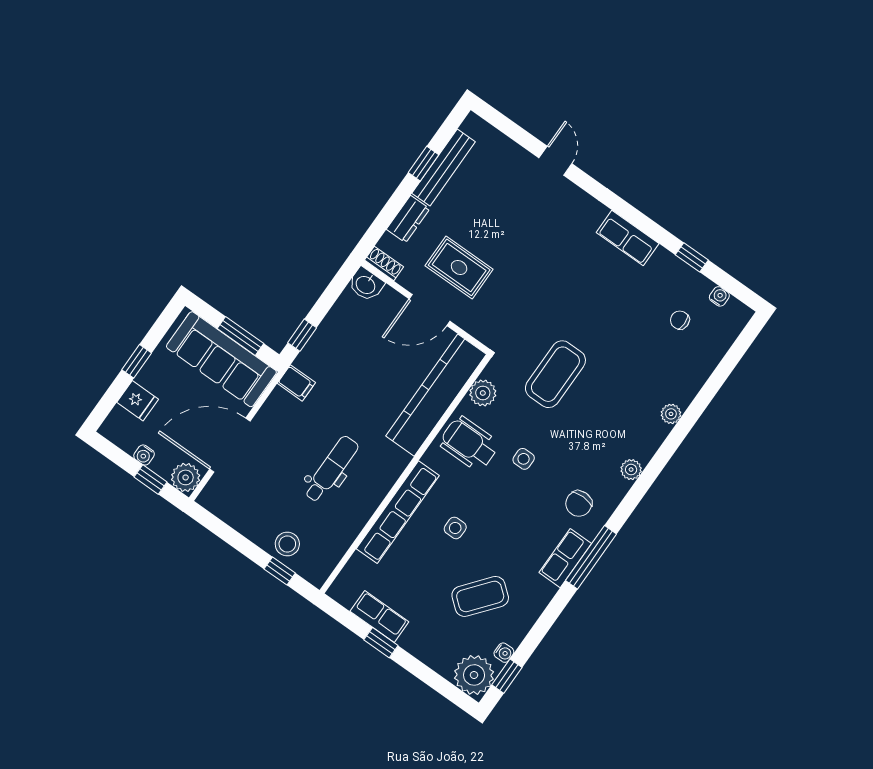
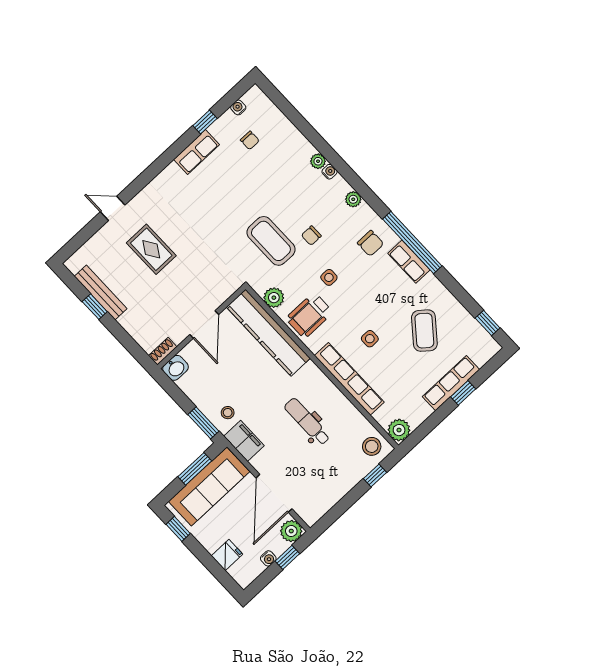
dresser: (408, 219) -> (133, 327), removed
row of seats: (628, 238) -> (197, 152), moved
rug: (459, 267) -> (151, 249), moved, turned 90
chair: (680, 320) -> (250, 140), turned -90
window: (302, 335) -> (203, 423), width x1.50
window: (137, 361) -> (178, 529), moved
stool: (322, 364) -> (228, 413), added
filing cabinet: (296, 383) -> (244, 441), width x2.00
chair: (573, 425) -> (311, 236), added
stool: (287, 544) -> (372, 446), moved
window: (591, 557) -> (412, 242), width x1.46
row of seats: (379, 617) -> (451, 383), moved, width x1.48
window: (381, 643) -> (463, 393), moved
water cooler: (504, 653) -> (329, 172), moved
plant: (474, 675) -> (399, 430), moved, width x0.73, depth x0.73

